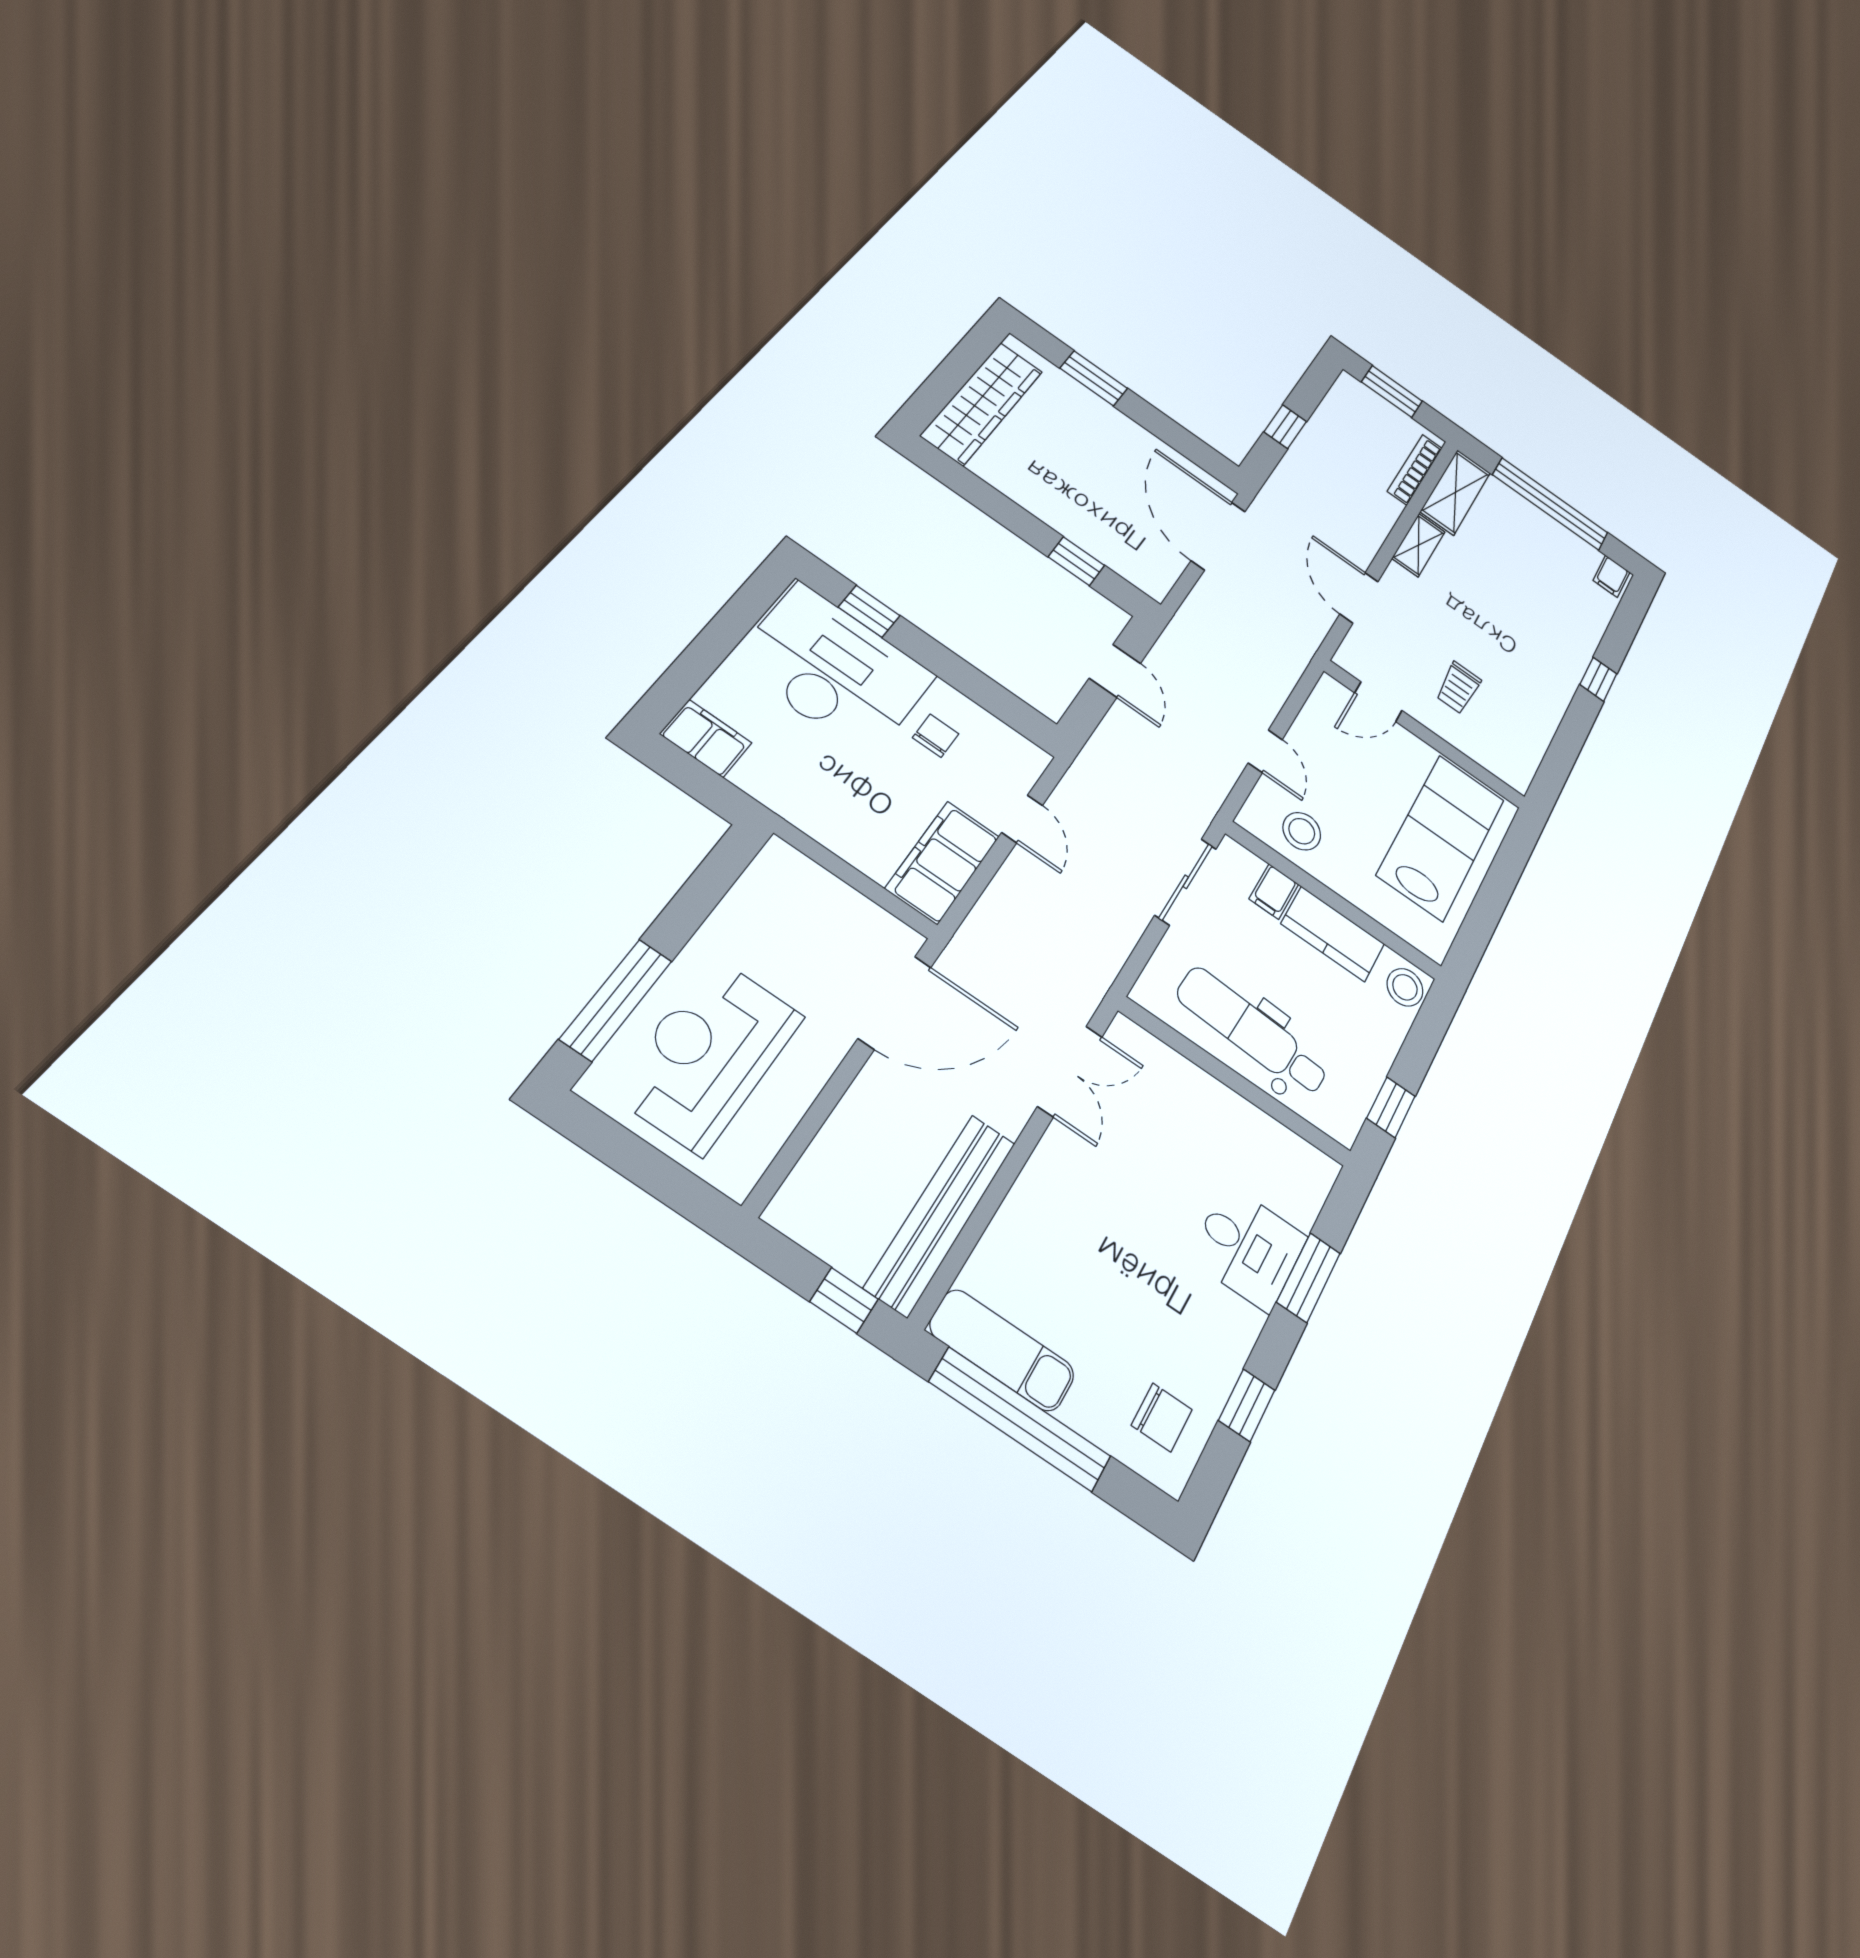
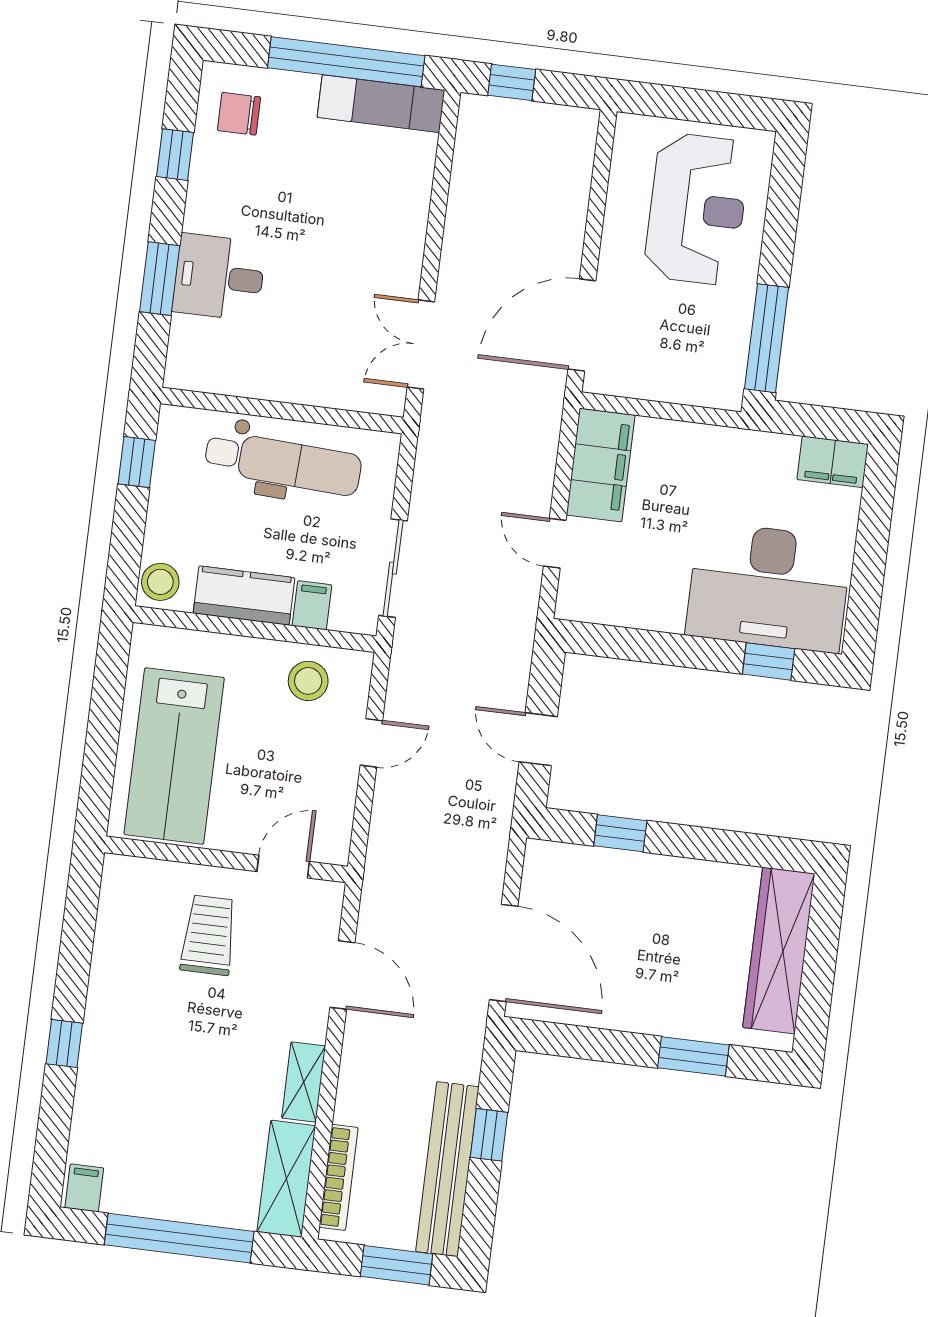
trolley: (1458, 688) -> (209, 935), width x1.36, depth x1.39
chair: (936, 736) -> (659, 577), removed
door: (1265, 751) -> (371, 743), swing flipped
window: (616, 1000) -> (767, 338), moved
bench: (941, 1214) -> (447, 1169), moved

